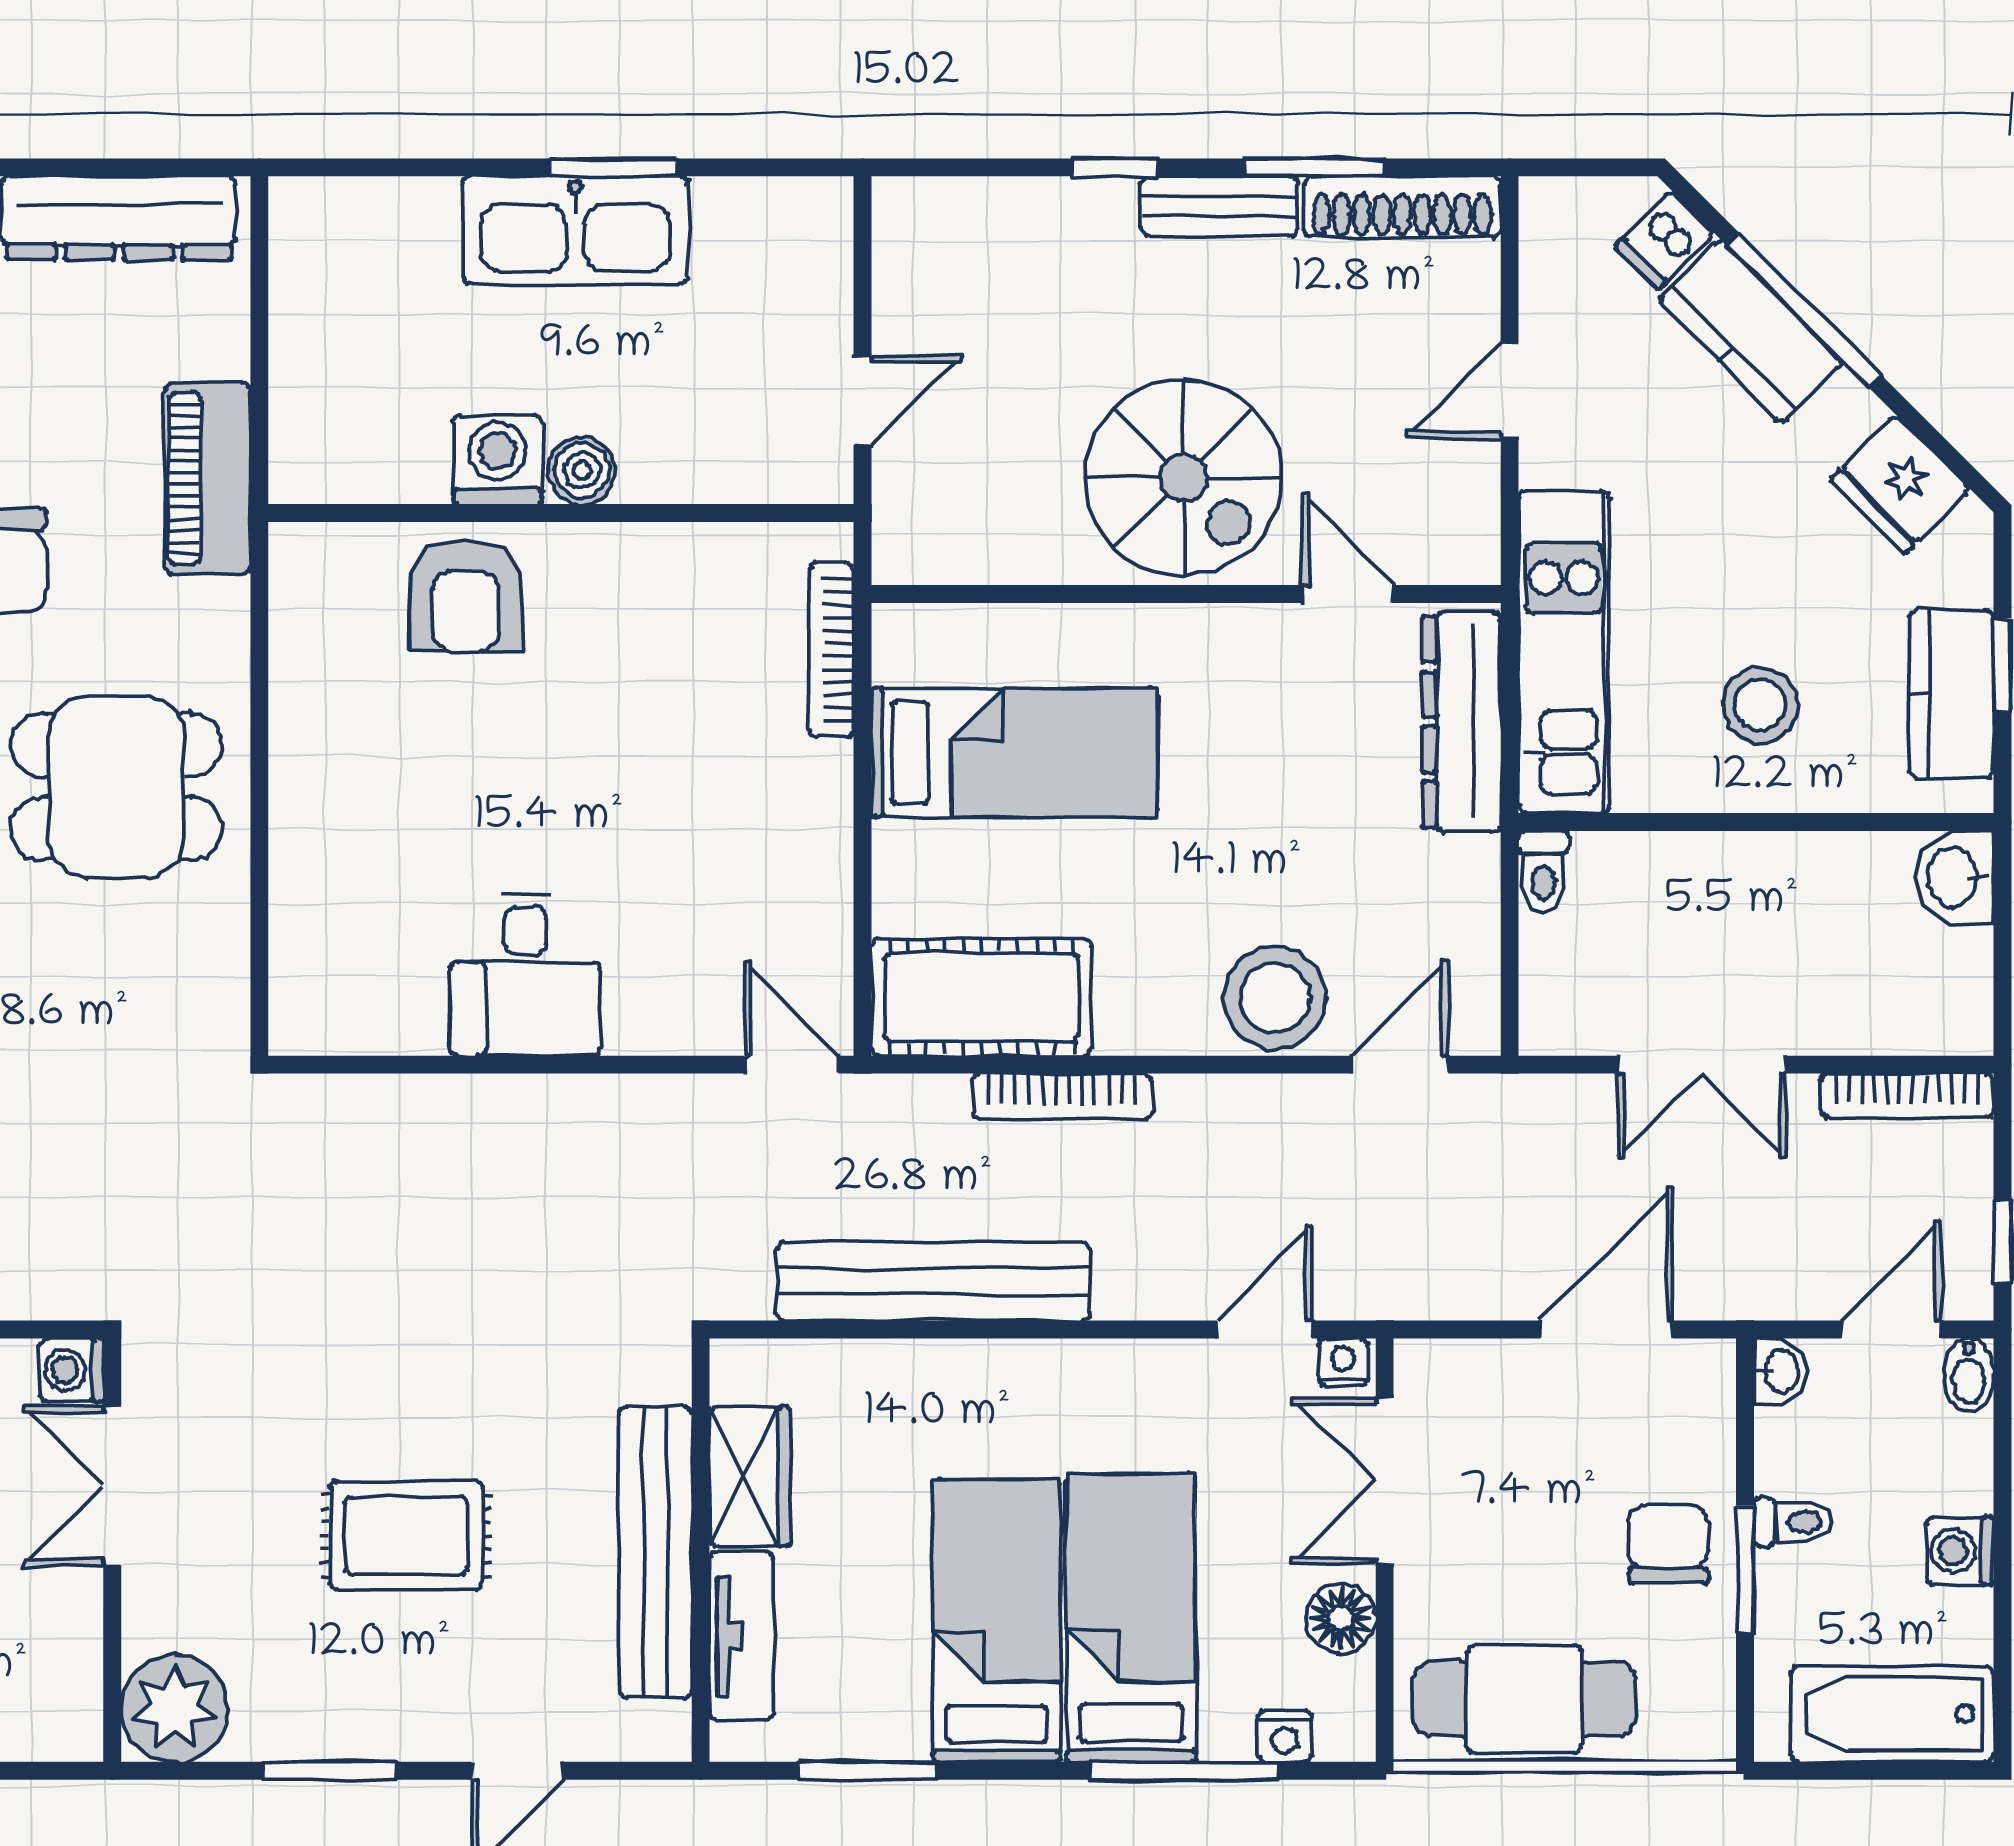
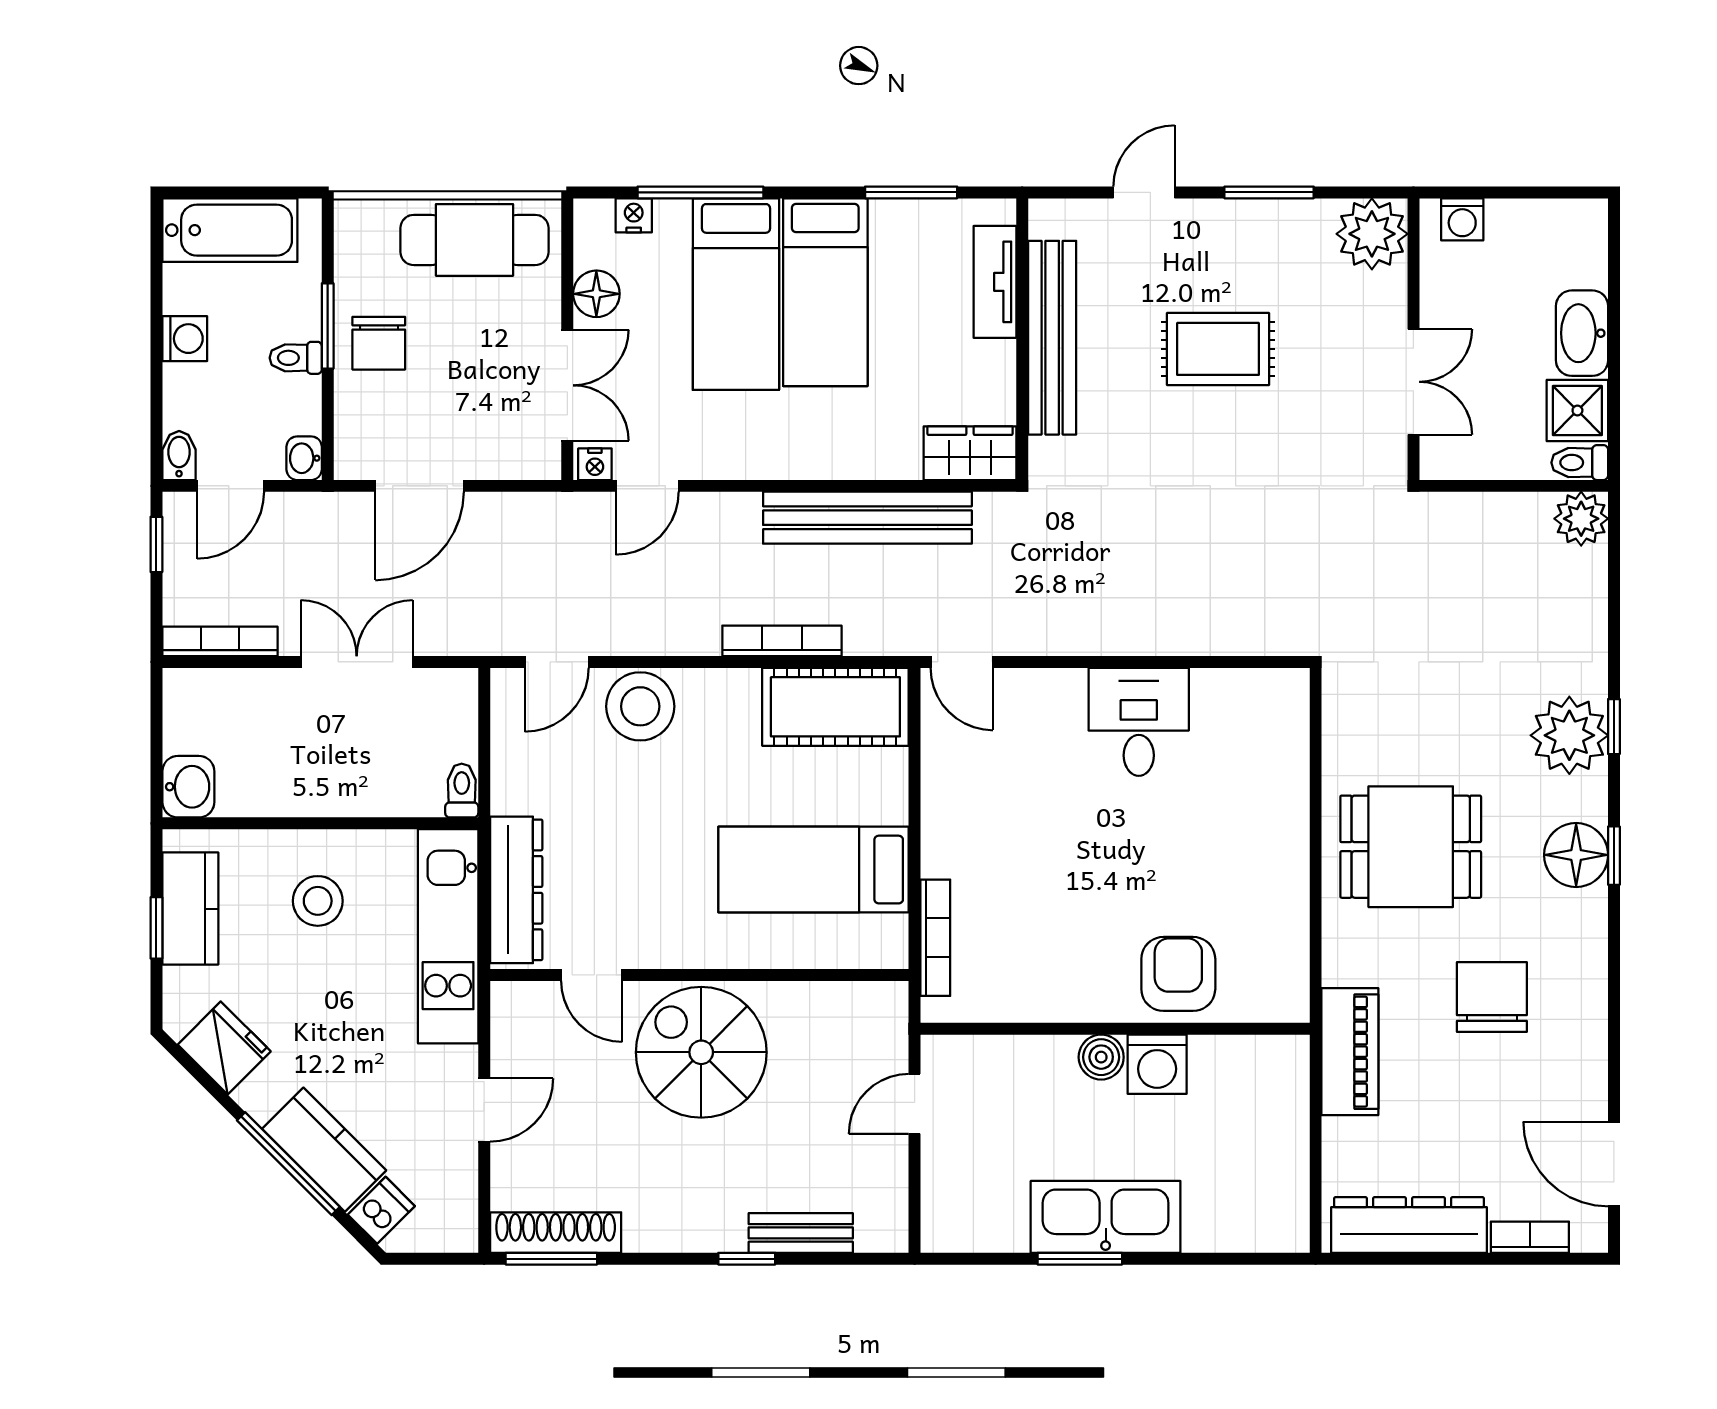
window: (1315, 167) -> (551, 1259), moved
bench: (1219, 206) -> (801, 1233), moved
washing machine: (72, 1370) -> (1462, 219), moved, turned 90
wardrobe: (750, 1477) -> (970, 453), moved, turned 90

